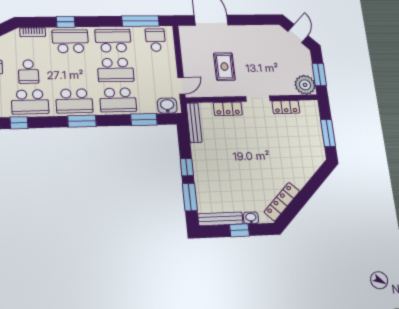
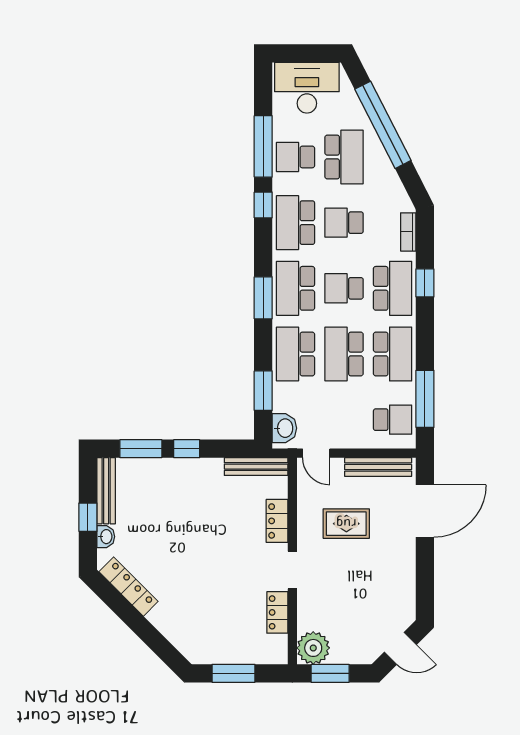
bench: (186, 48) -> (378, 467), added
school desk: (72, 71) -> (344, 288), added

